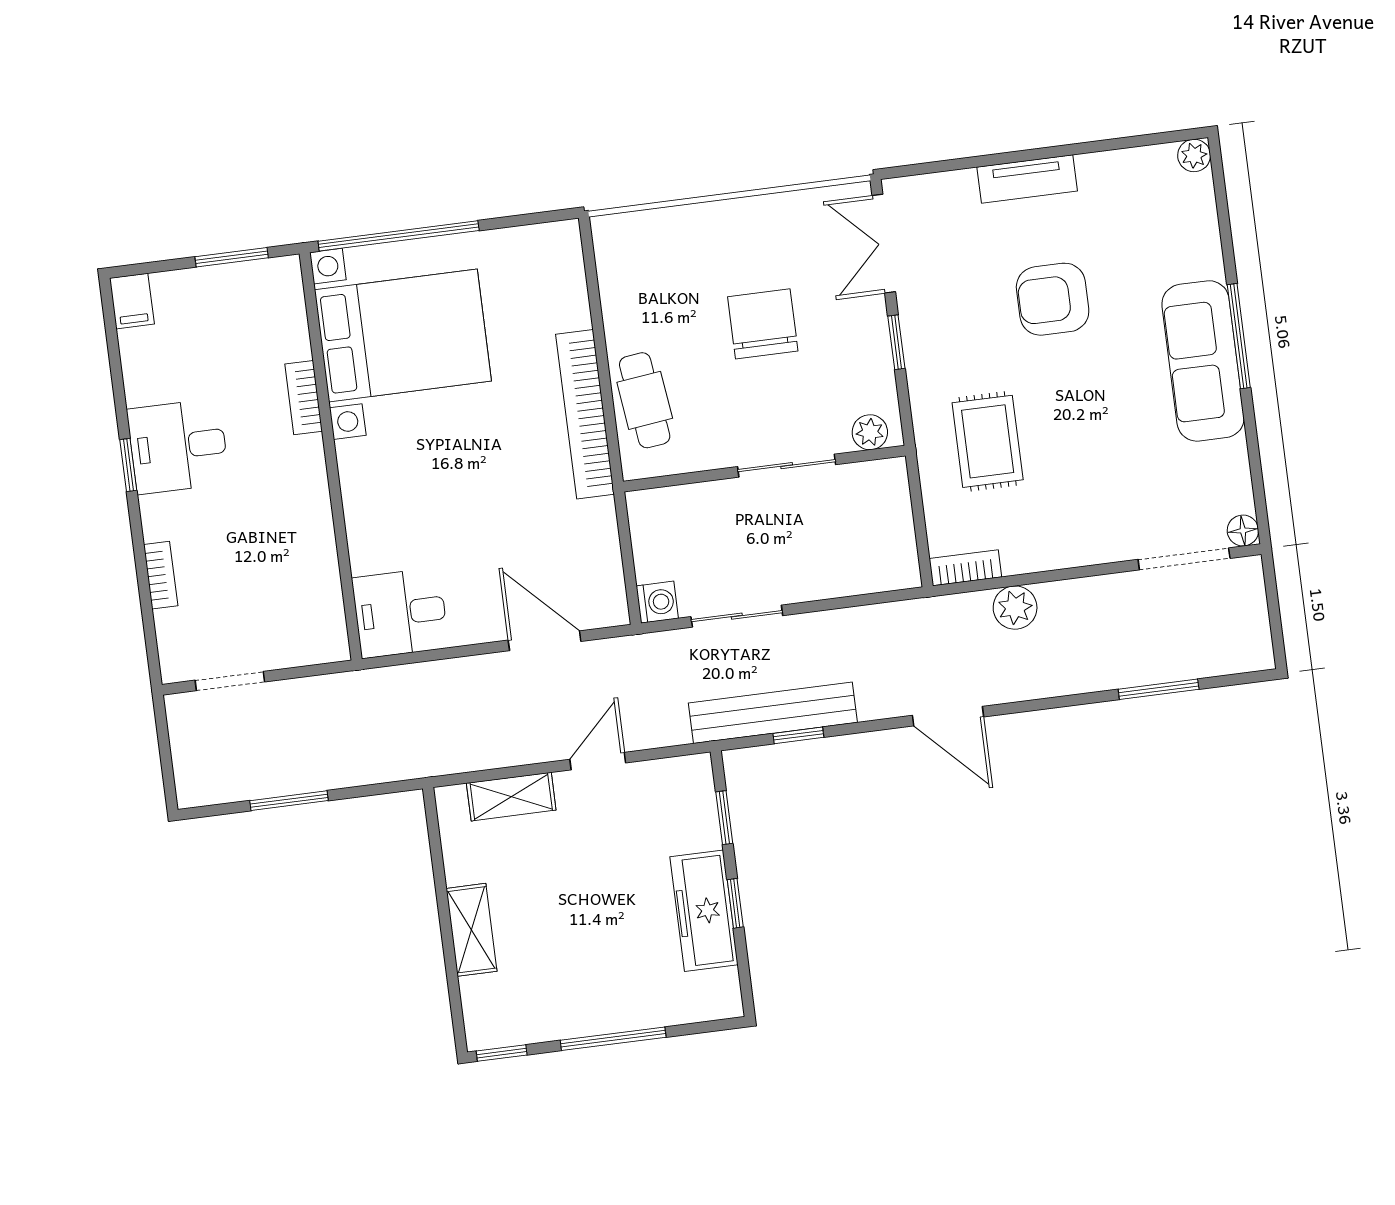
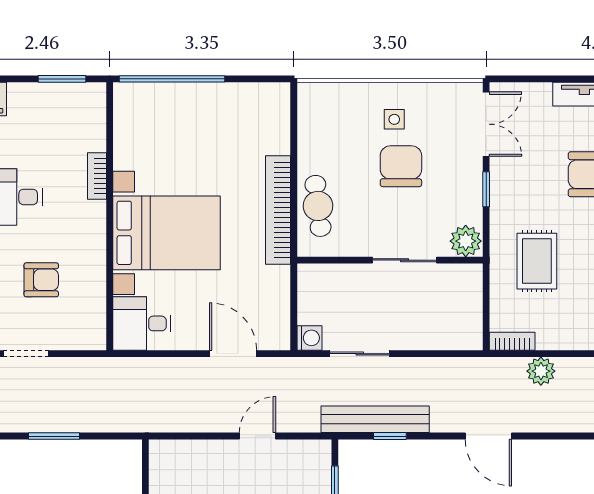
double door: (884, 244) -> (486, 124), swing flipped
side table: (744, 254) -> (394, 119), added
bed with nightstands: (403, 335) -> (167, 233), moved
plant: (870, 432) -> (466, 241), width x1.38, depth x1.38
armchair: (239, 566) -> (41, 280), added
shelving: (511, 797) -> (198, 452), removed

